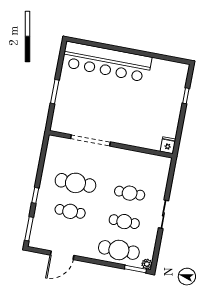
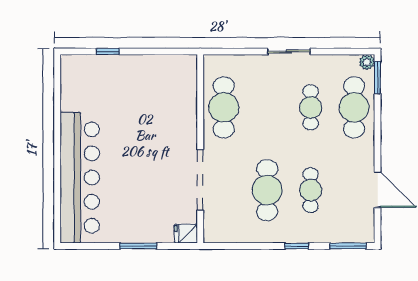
fridge: (168, 145) -> (186, 234), moved
cafe table: (130, 193) -> (224, 107), moved, width x1.37, depth x1.35

